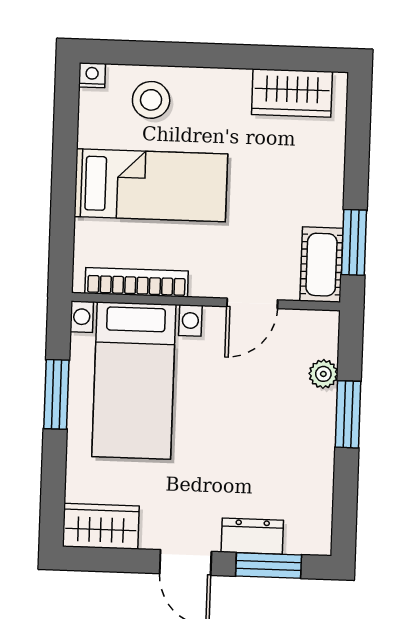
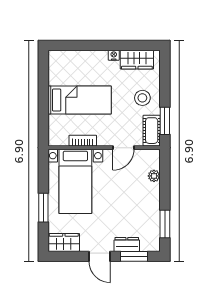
nightstand: (92, 75) -> (114, 55), moved
stool: (151, 100) -> (142, 98), moved
bookcase: (137, 282) -> (83, 141), width x0.64
window: (56, 394) -> (43, 208), moved
window: (348, 414) -> (165, 224), moved

